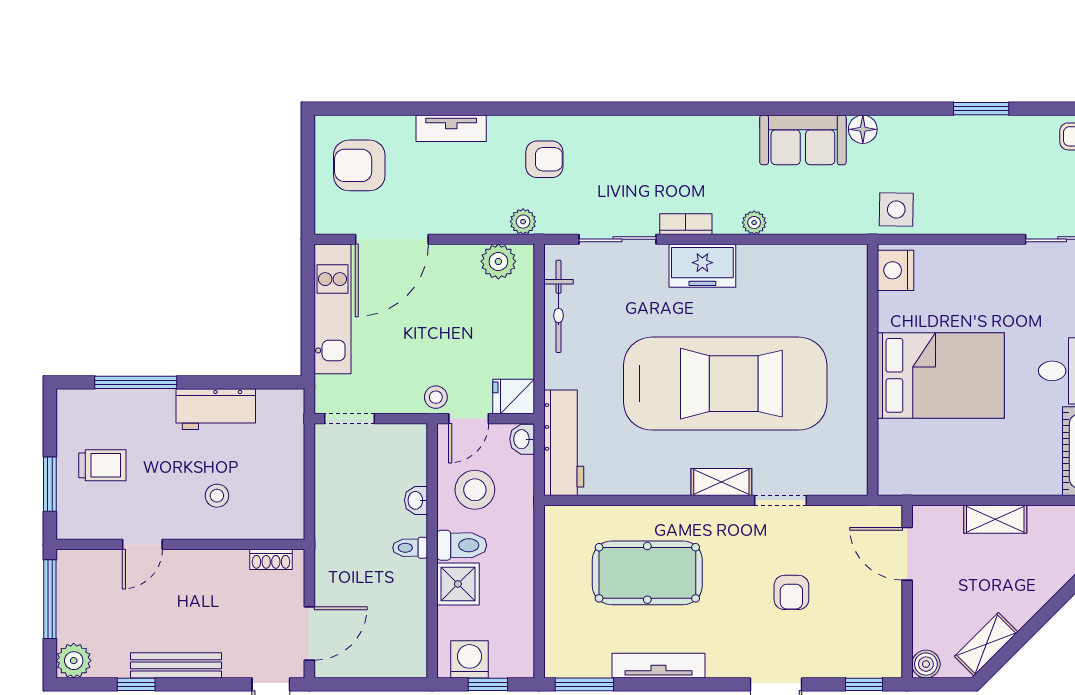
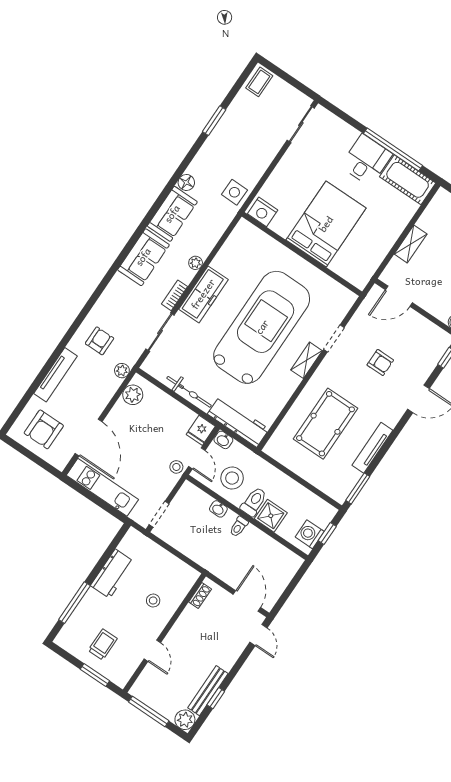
tv unit: (451, 128) -> (56, 375), width x1.41
sofa: (711, 141) -> (143, 257), added
freezer: (702, 266) -> (203, 294), width x1.40
bicycle: (559, 306) -> (189, 392), moved
bench: (176, 665) -> (208, 691), moved

